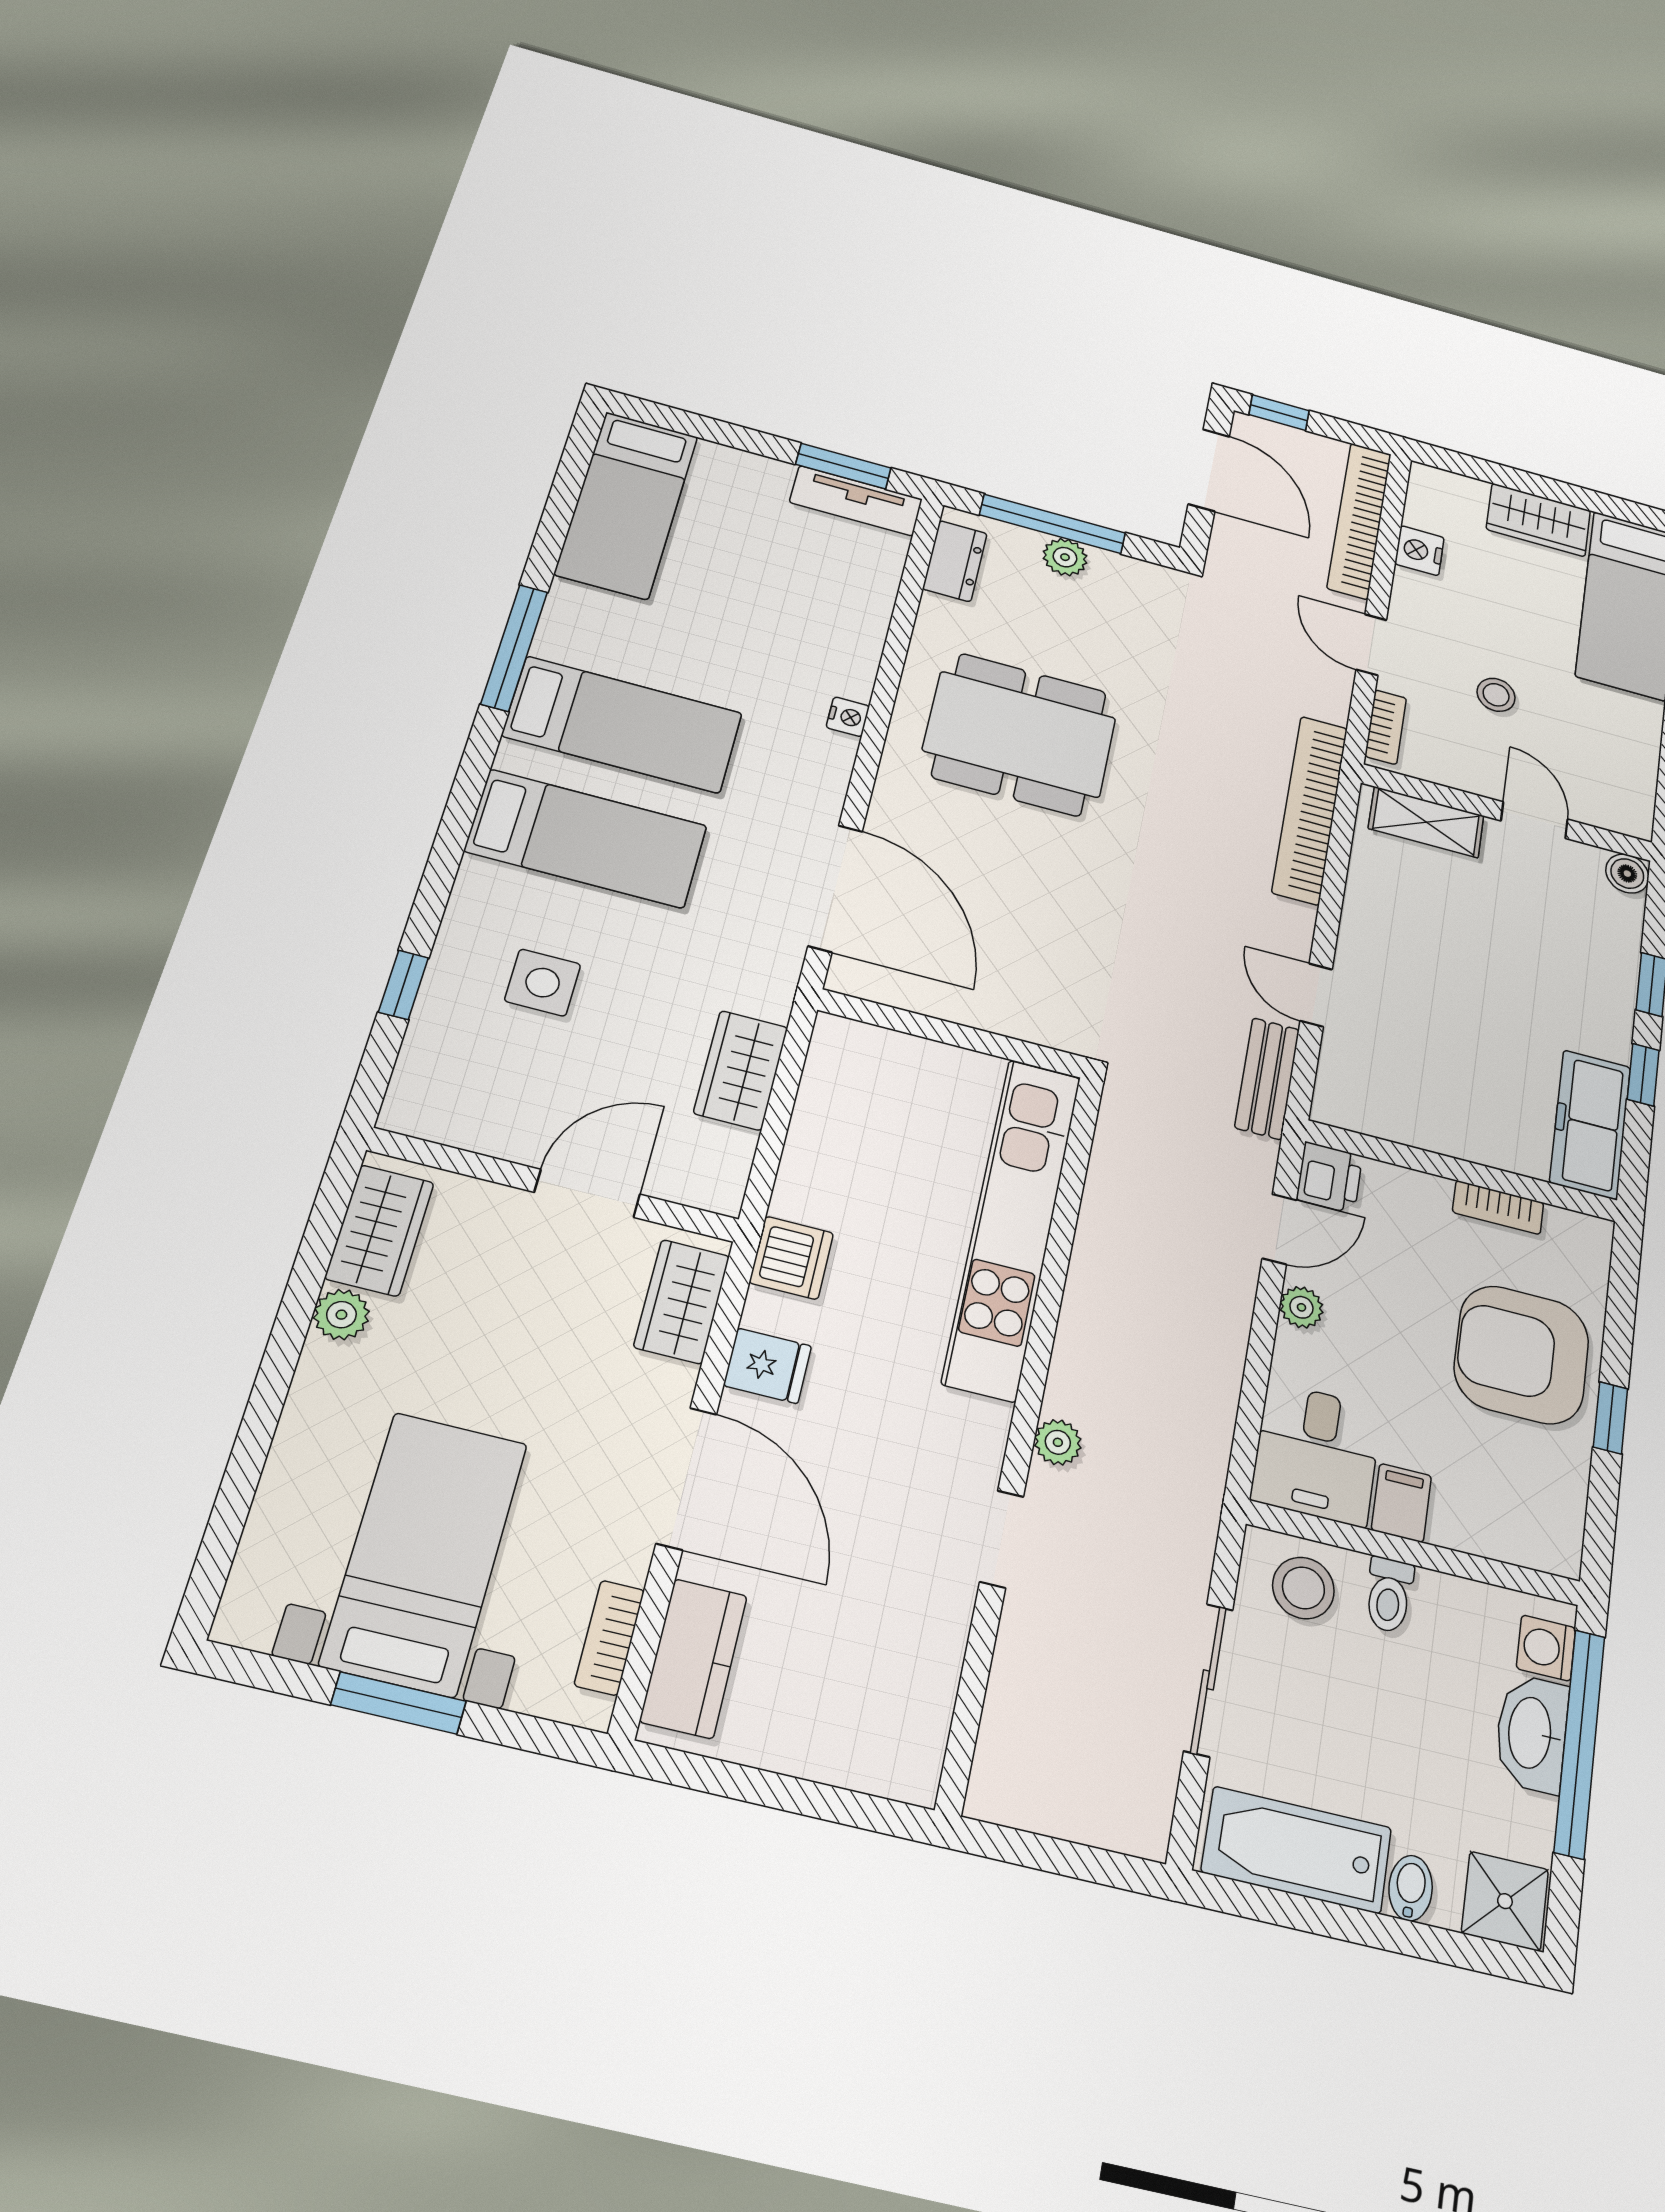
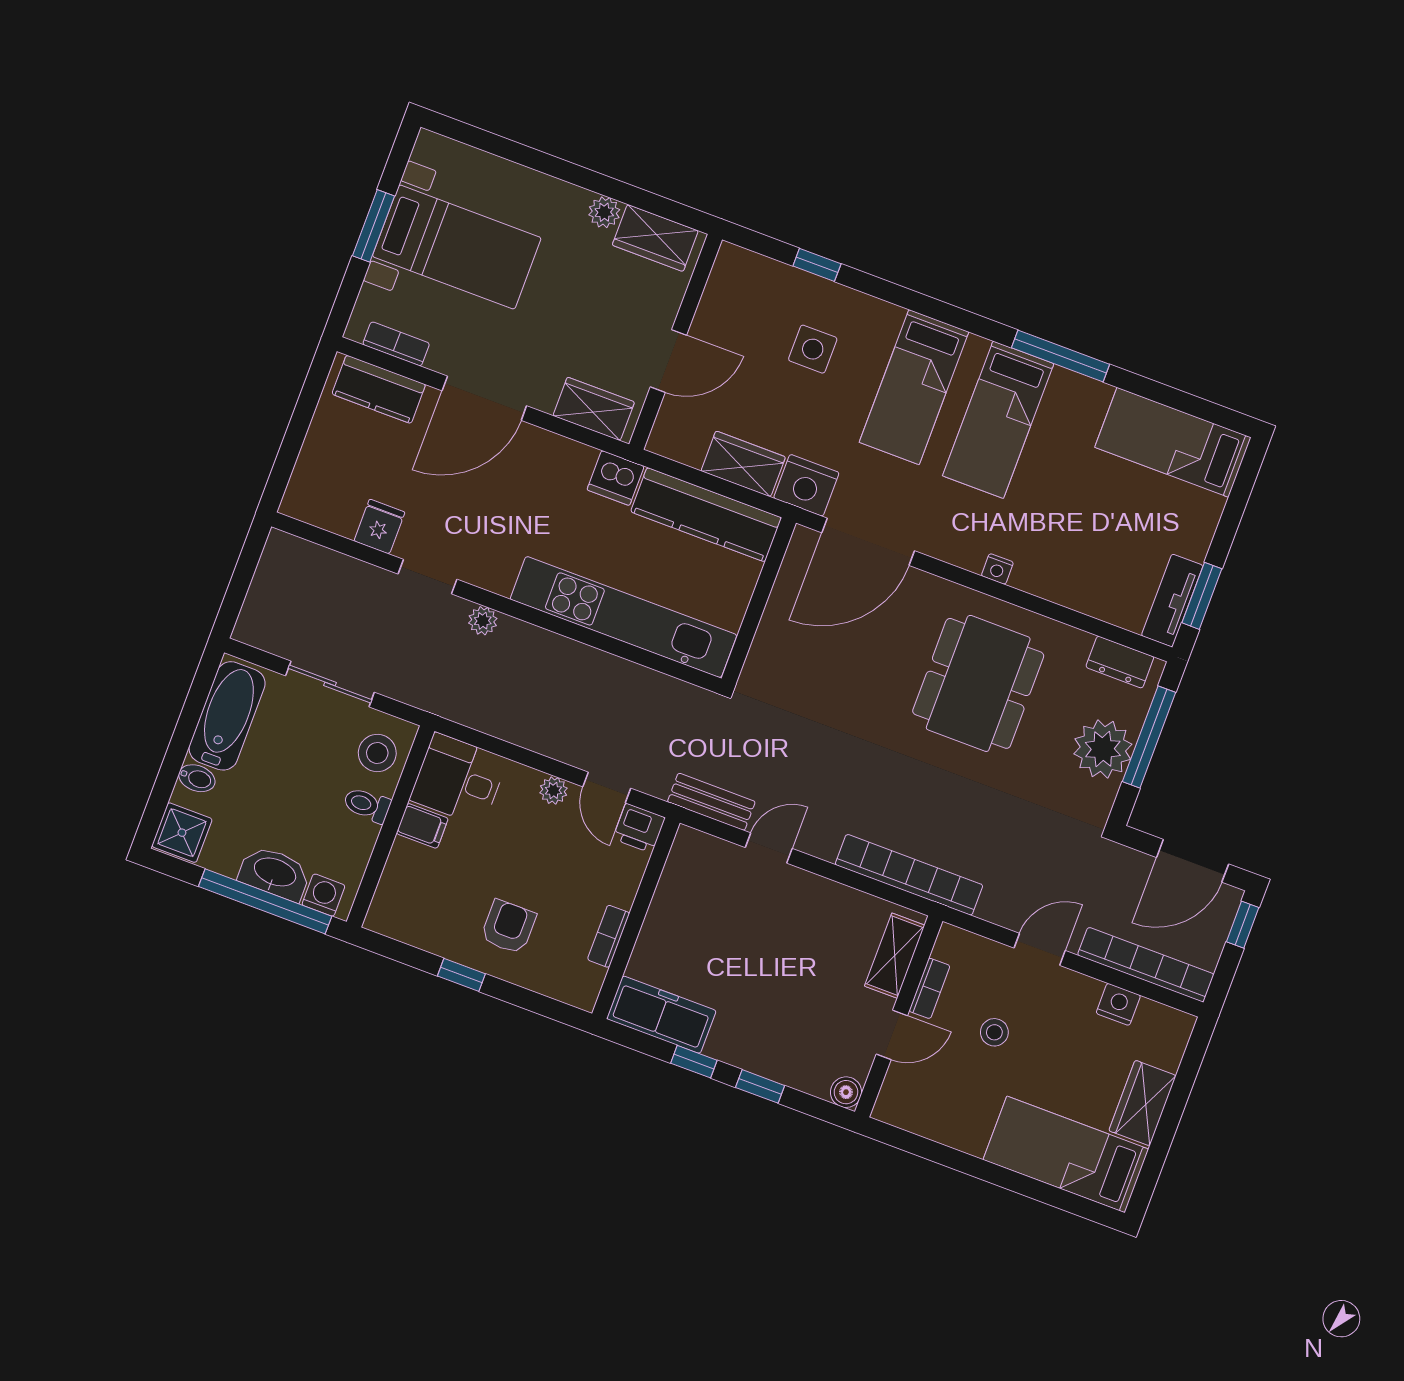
plant: (1065, 557) -> (1103, 749), width x1.87, depth x1.87
bookcase: (1386, 727) -> (929, 988), moved, turned -90
nightstand: (761, 978) -> (806, 485), added
kitchen counter: (830, 1118) -> (706, 515), added
door: (587, 1193) -> (668, 361), hinge flipped
armchair: (1522, 1355) -> (508, 927), width x0.53, depth x0.53
fridge: (767, 1366) -> (379, 527), moved, turned 180

